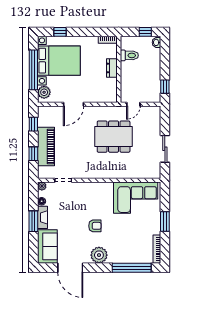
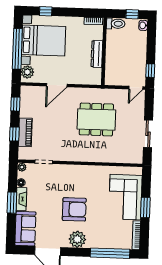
toilet: (129, 55) -> (116, 24), moved
dresser: (112, 68) -> (97, 54), width x1.44
door: (133, 104) -> (136, 88), moved
piano: (46, 147) -> (25, 132), width x0.73, depth x0.75
corner sofa: (136, 198) -> (125, 197), moved, turned 90
armchair: (95, 226) -> (74, 209), width x1.88, depth x1.88

